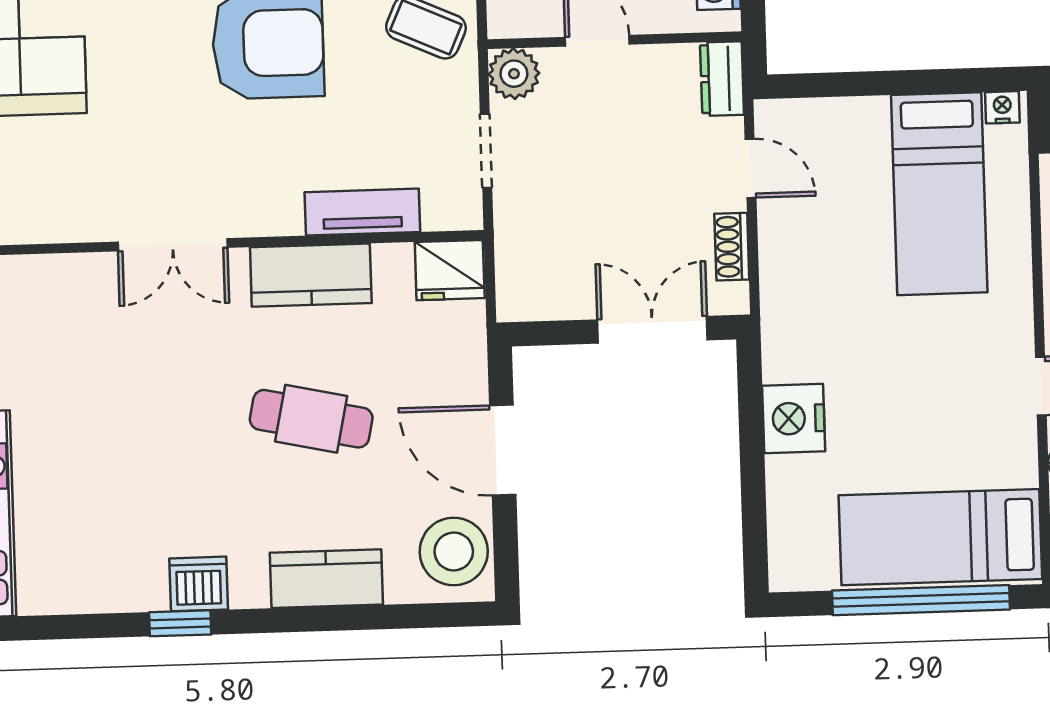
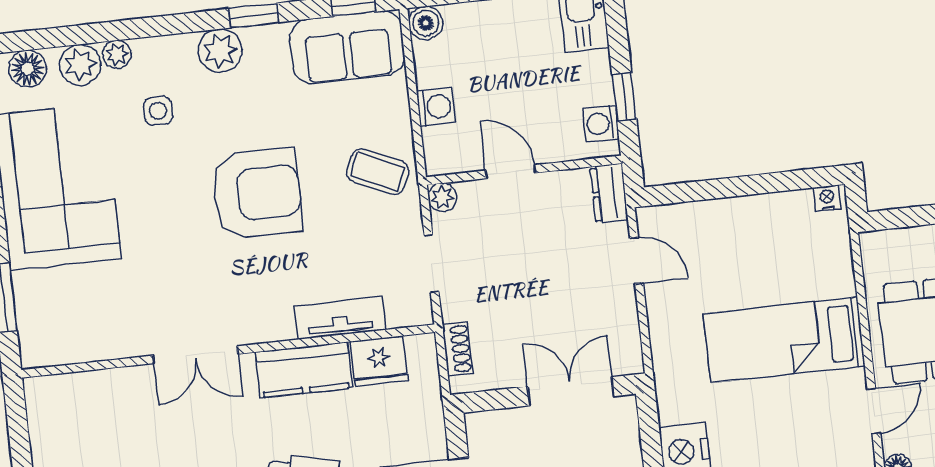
plant: (514, 74) -> (442, 197), width x0.73, depth x0.73
bed: (939, 194) -> (784, 340), moved, turned 90
shoe rack: (732, 247) -> (457, 349), moved, turned 180
fridge: (450, 270) -> (379, 361), moved

